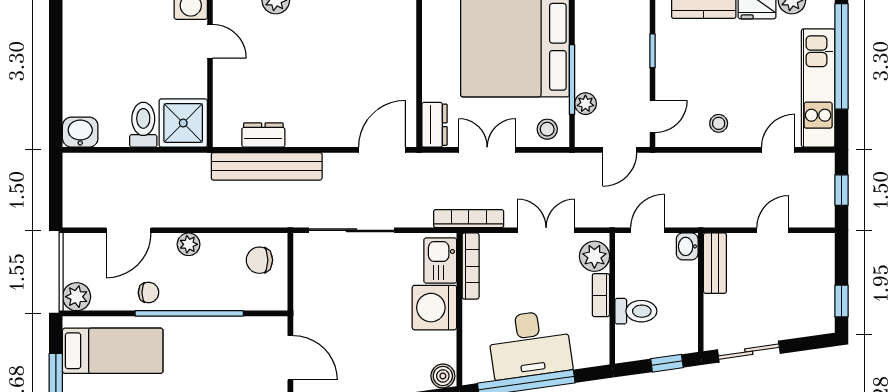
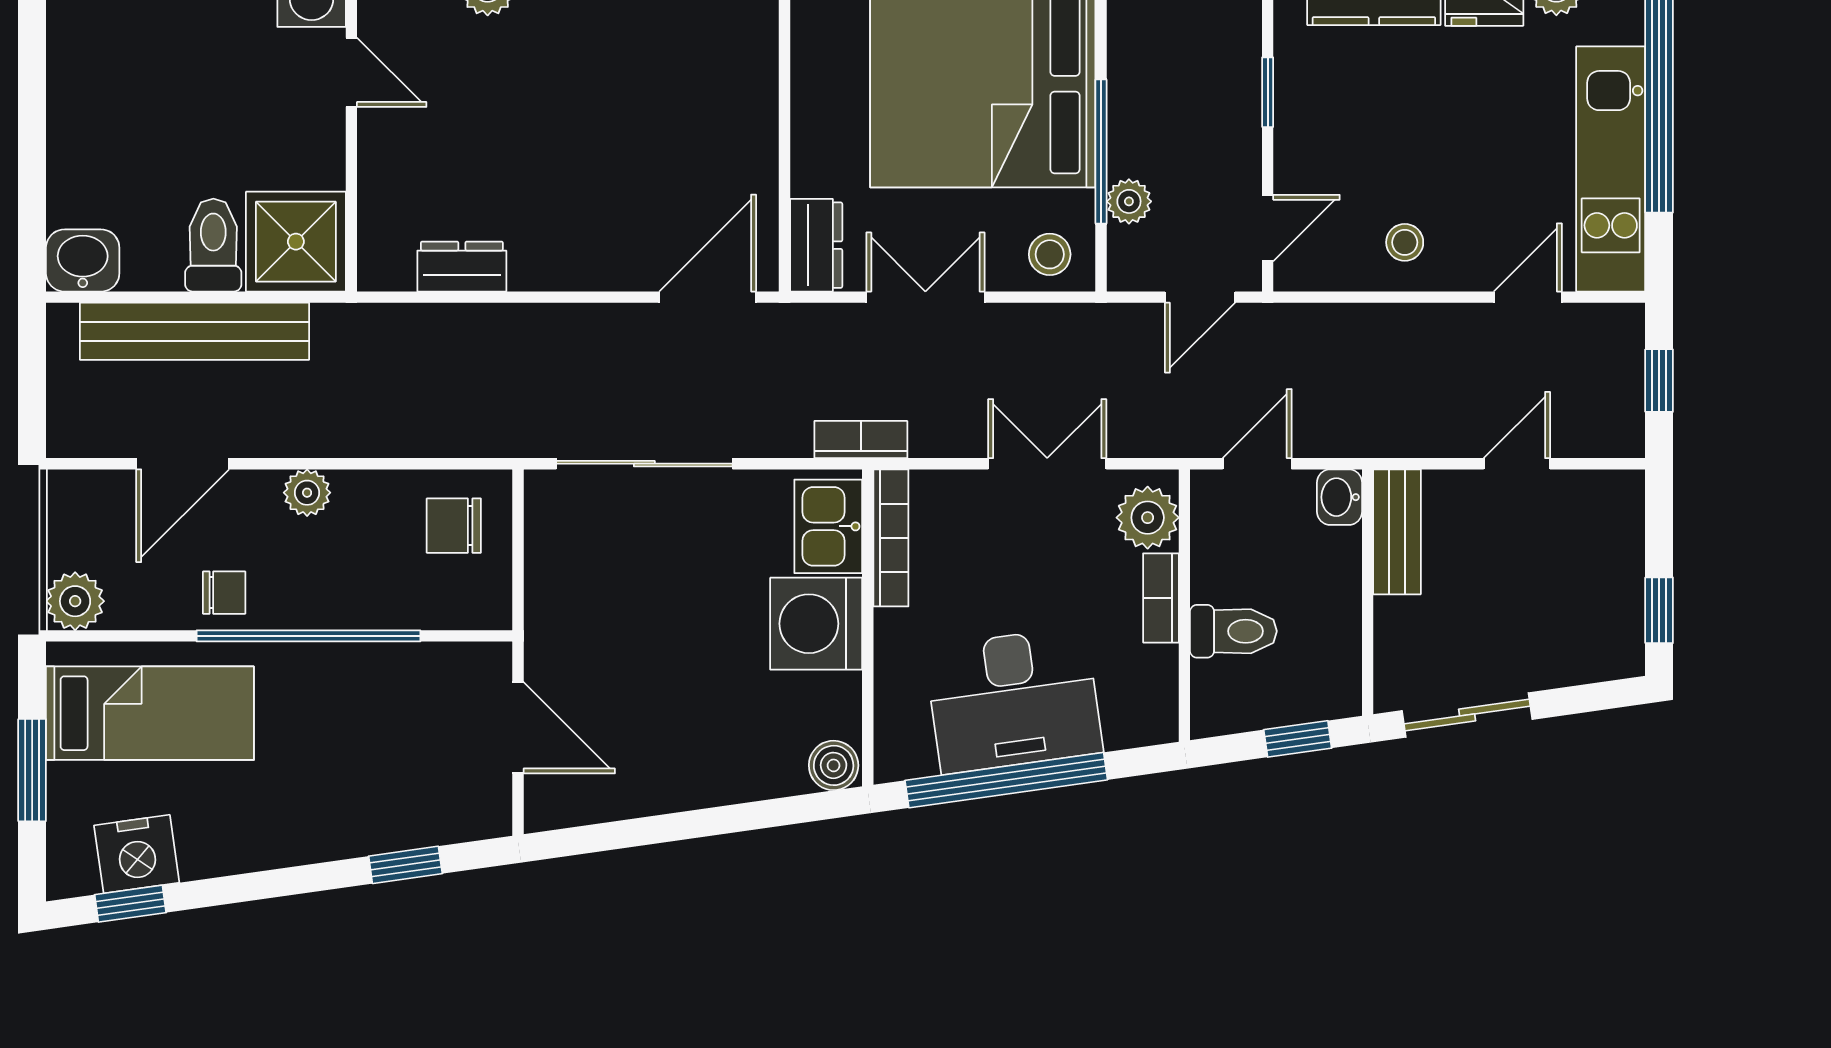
bench: (267, 166) -> (194, 331), moved
bookcase: (469, 219) -> (861, 440), width x0.64

